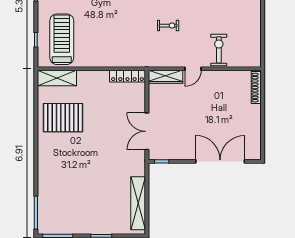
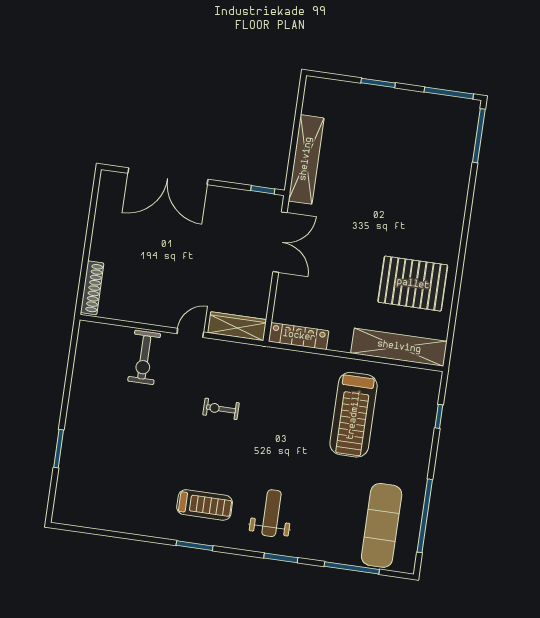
treadmill: (62, 39) -> (354, 415), moved
shelving: (57, 78) -> (399, 347), width x1.47
shelving: (138, 203) -> (306, 159), moved

